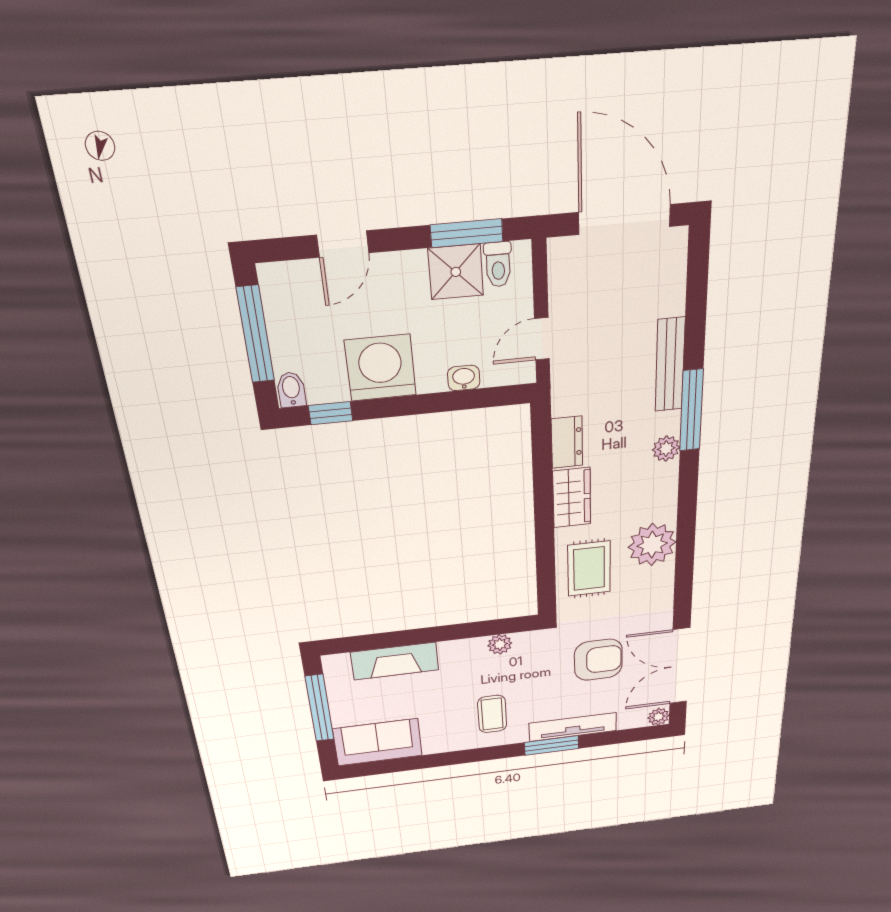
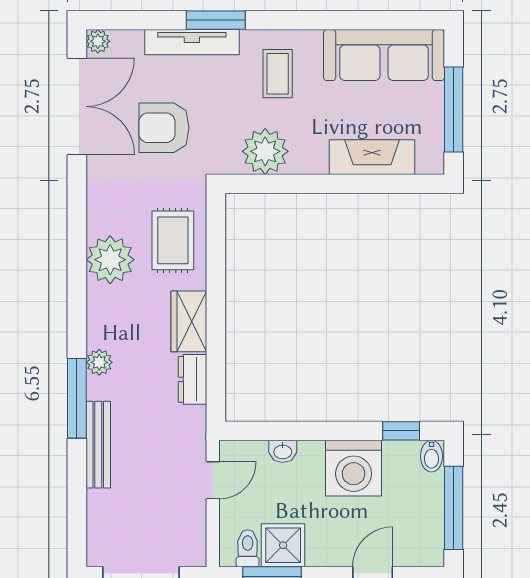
plant: (500, 644) -> (265, 151), width x1.88, depth x1.88
sofa: (378, 742) -> (384, 55), width x1.36

